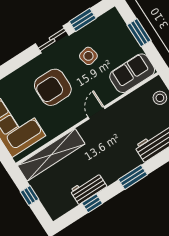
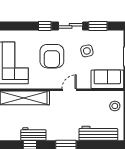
window: (23, 58) -> (45, 26), added
armchair: (53, 87) -> (52, 56), turned -90

